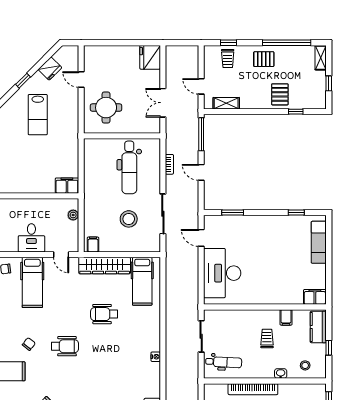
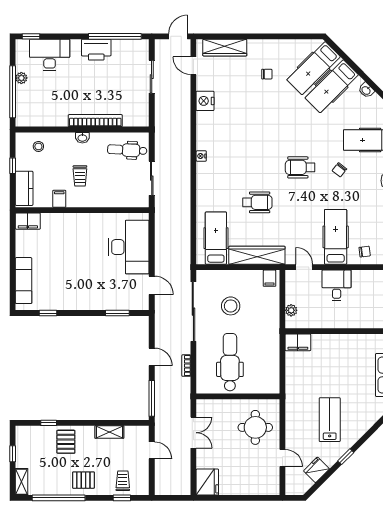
shelving: (226, 103) -> (109, 432), moved
sliding door: (163, 214) -> (193, 312), width x1.36
washbasin: (281, 373) -> (82, 138), moved

